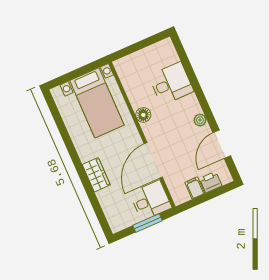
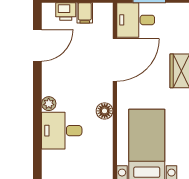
plant: (200, 120) -> (49, 104), moved

